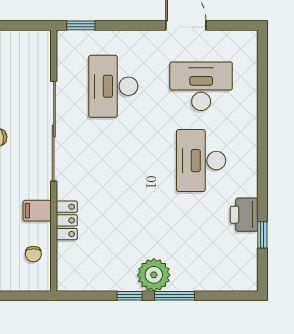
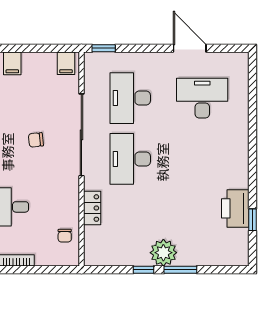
desk: (201, 161) -> (130, 159), moved
filing cabinet: (37, 211) -> (66, 63), moved, turned -90
printer: (244, 215) -> (235, 208), width x1.37, depth x1.19

